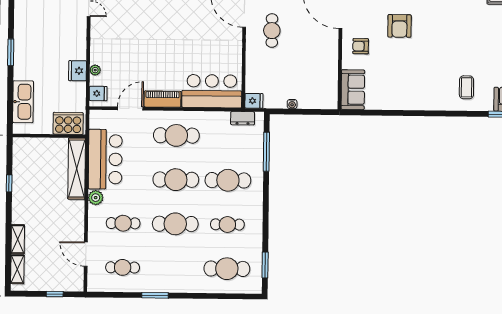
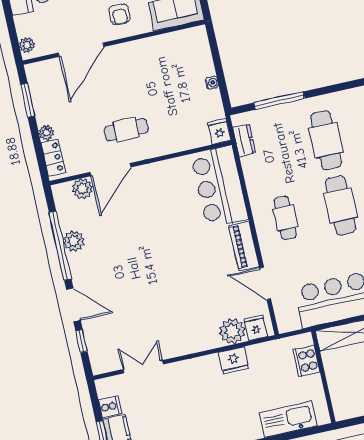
plant: (95, 70) -> (232, 331), width x1.88, depth x1.88
cooker: (68, 123) -> (306, 361), width x0.73, depth x0.76
cafe table: (176, 135) -> (285, 218), width x0.73, depth x0.74

